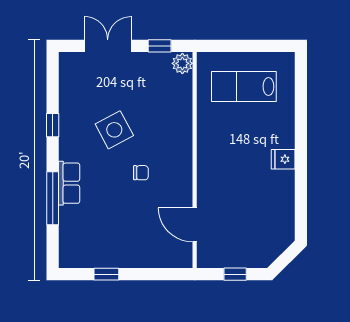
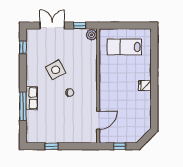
window: (53, 125) -> (23, 47), moved
door: (195, 225) -> (98, 120), swing flipped

